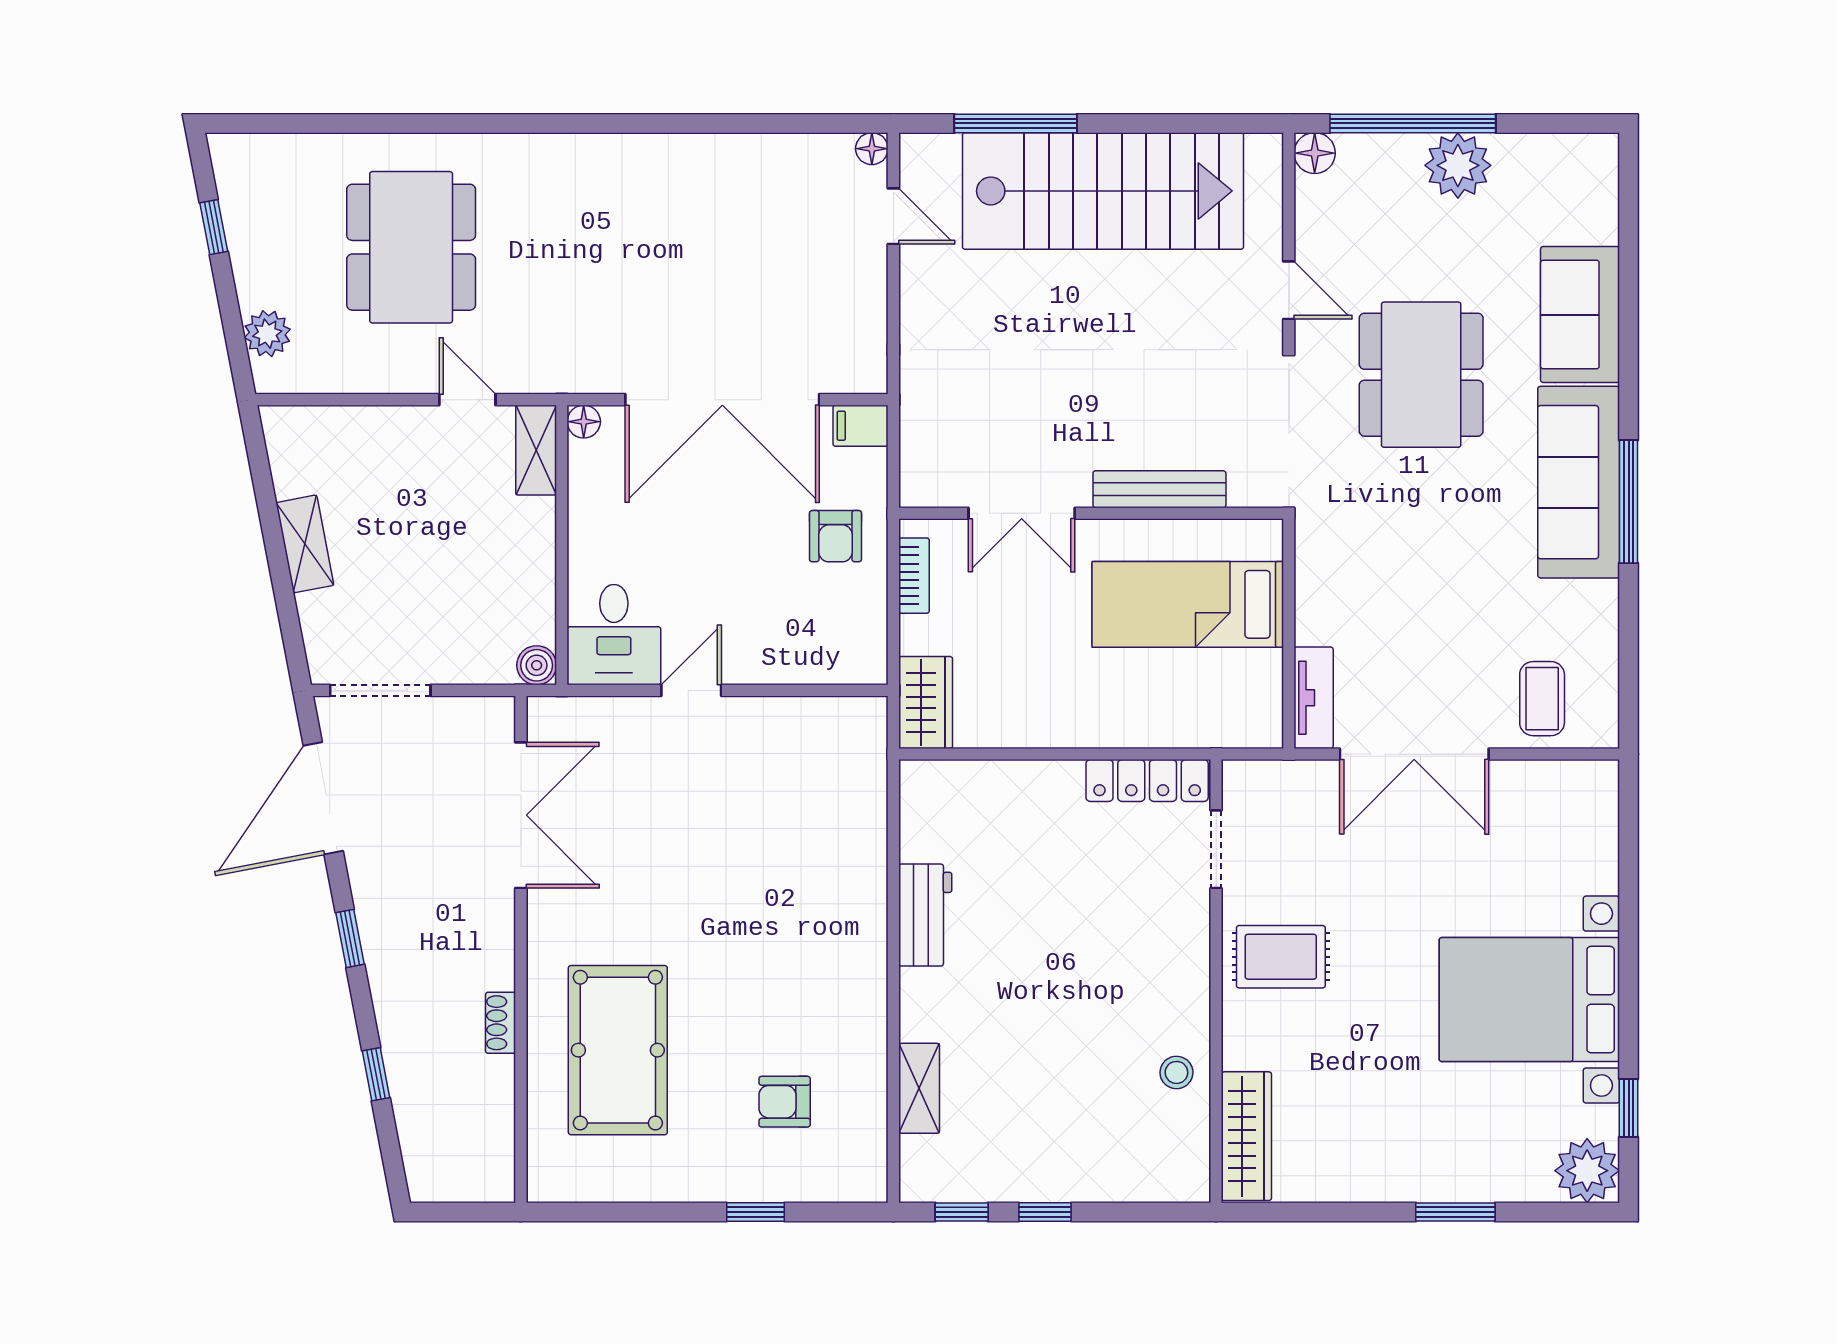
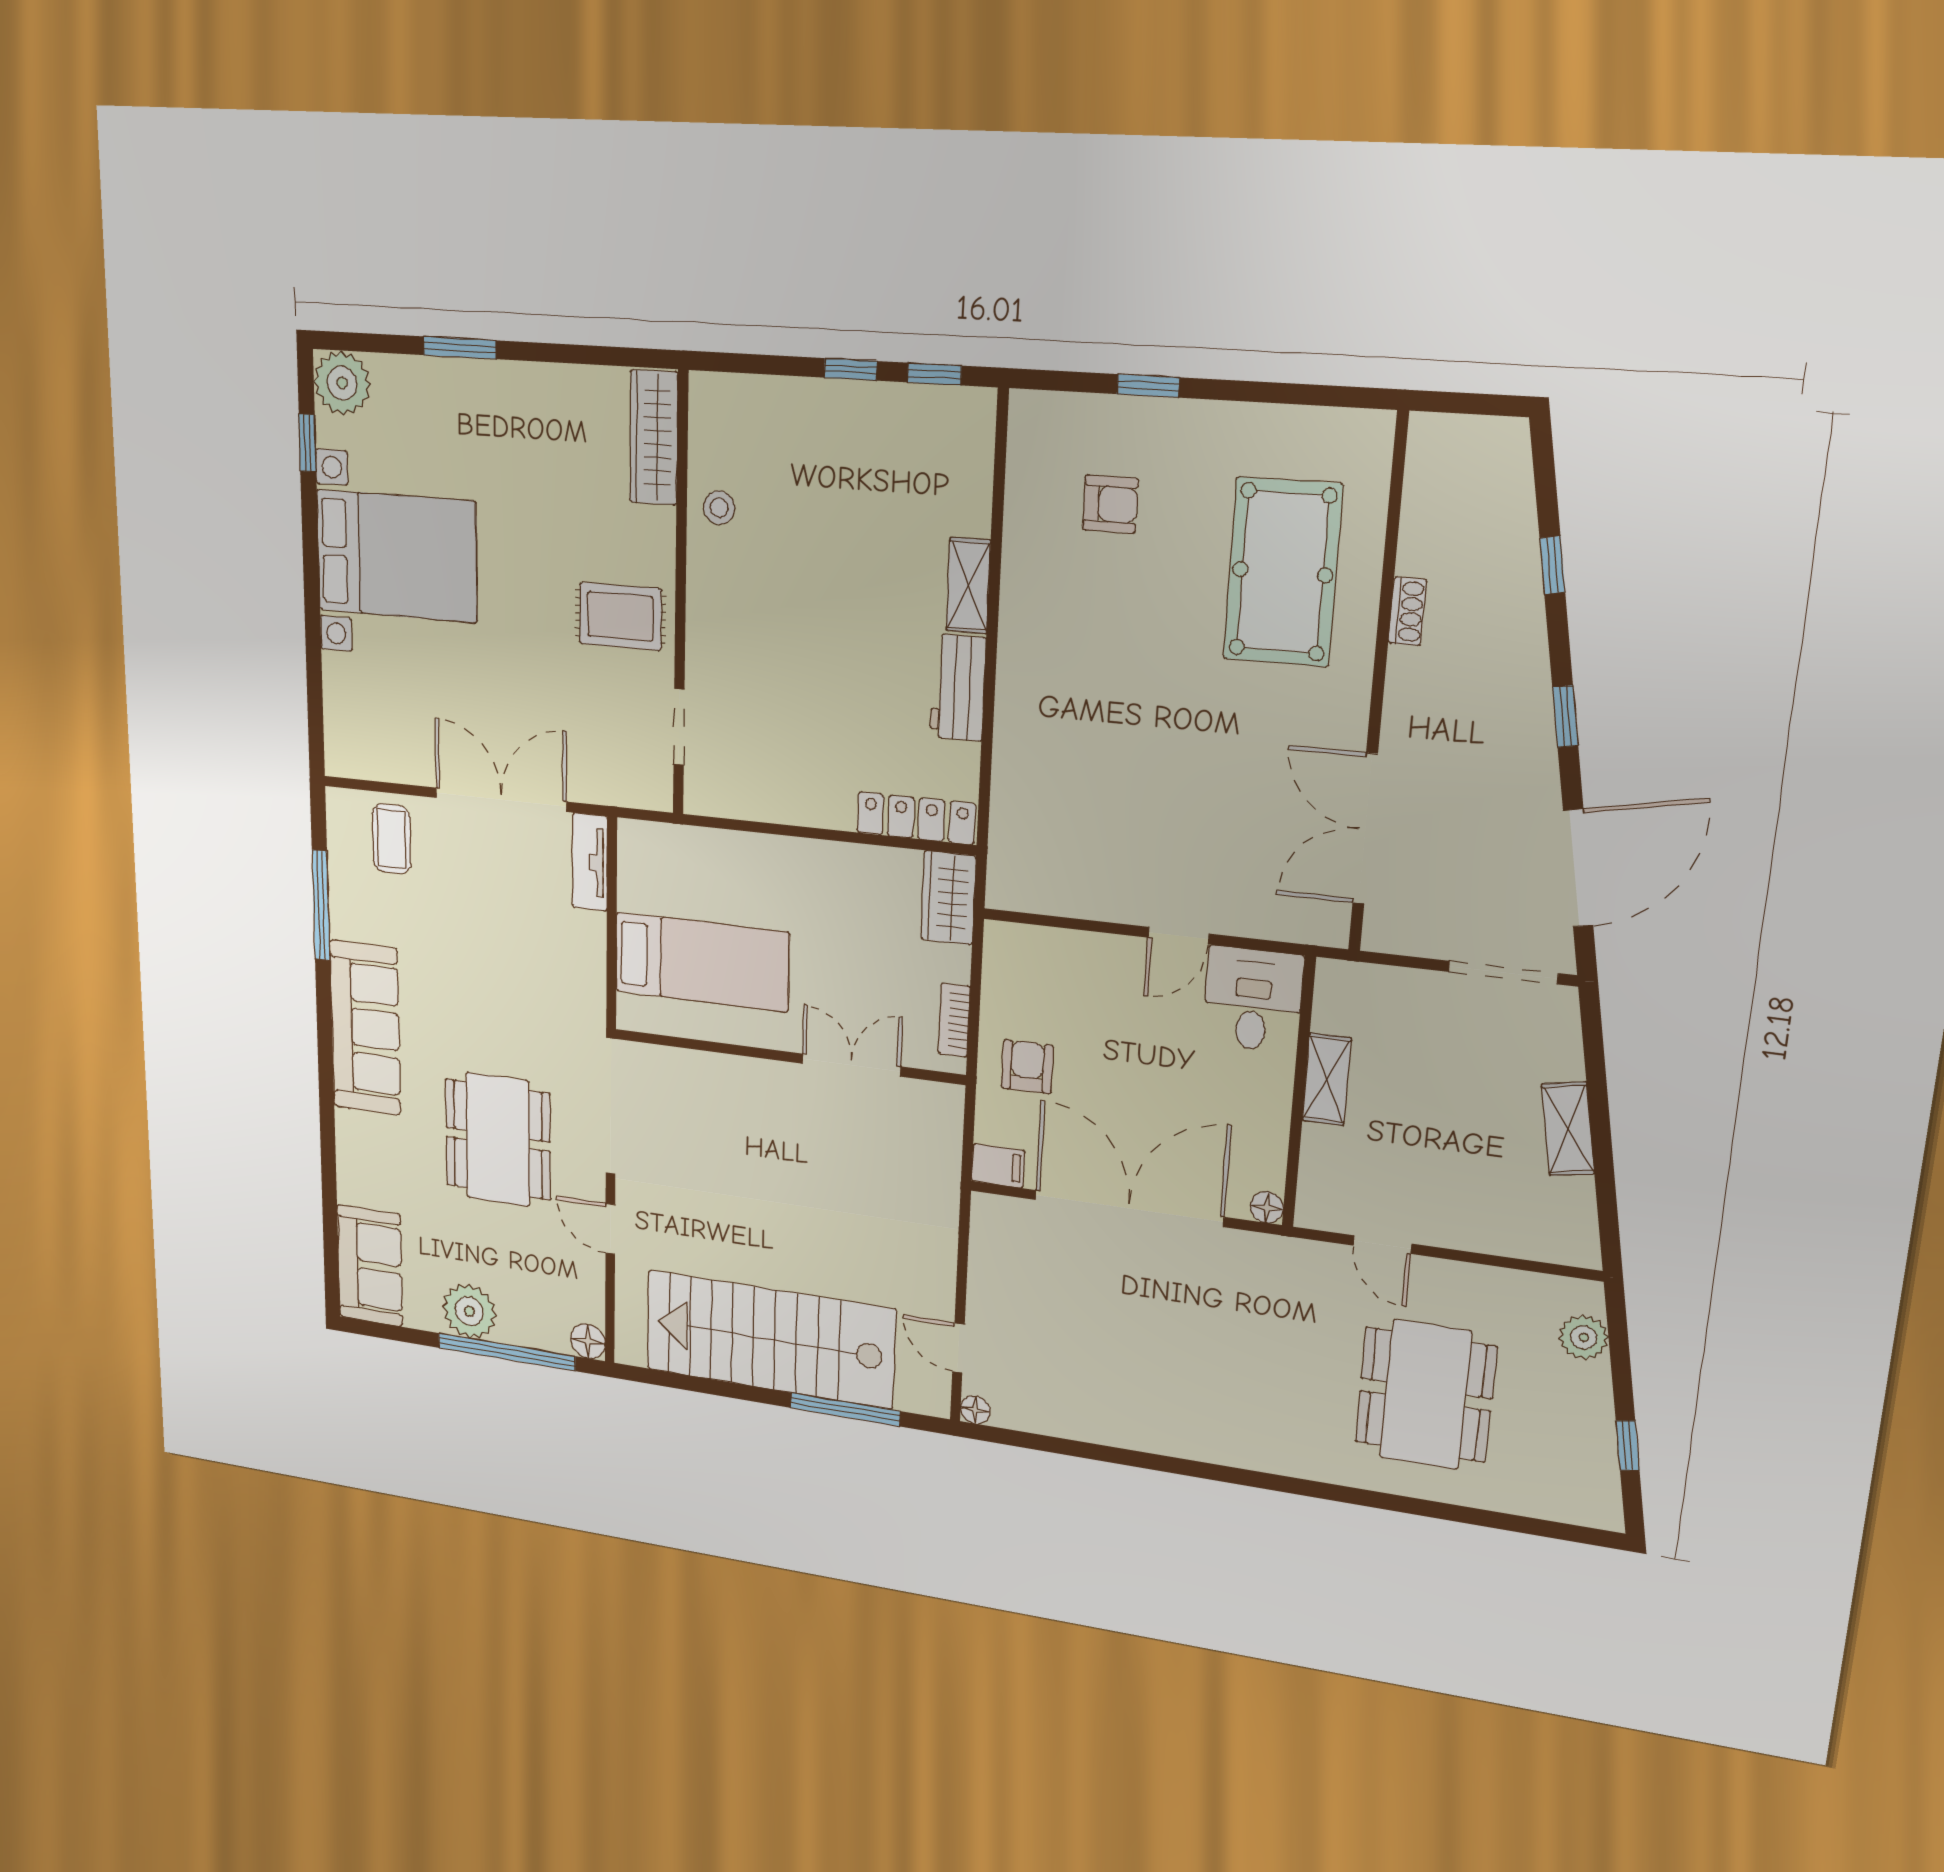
sofa: (1580, 315) -> (370, 1266), moved
shelving: (536, 450) -> (1327, 1079), moved
bench: (1159, 489) -> (725, 1070), removed
window: (1629, 502) -> (321, 905), moved
boiler: (537, 665) -> (1335, 979), removed
locker: (1147, 780) -> (916, 818), moved
shelving: (919, 1088) -> (968, 586), moved

